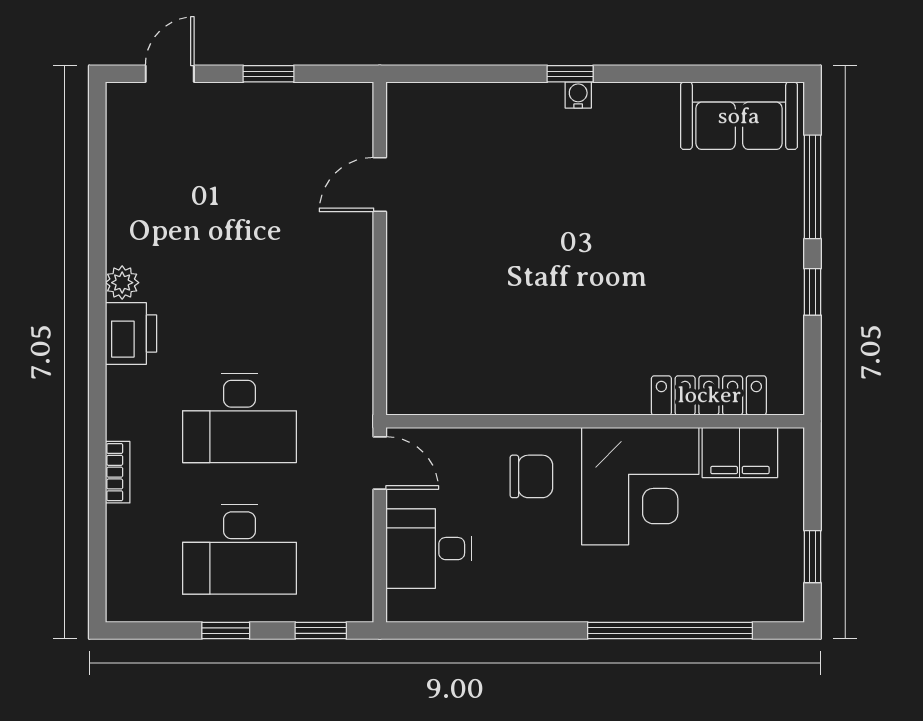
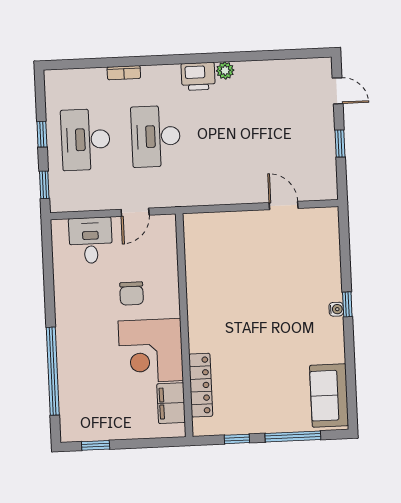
locker: (709, 395) -> (201, 385), moved
wall: (595, 421) -> (184, 325), moved
filing cabinet: (740, 452) -> (171, 403), moved
corner desk: (640, 486) -> (151, 351), moved

